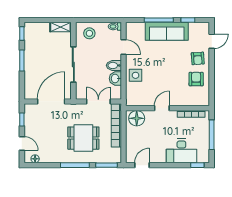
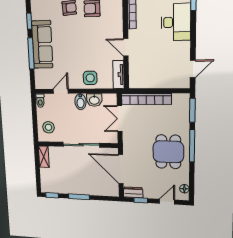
tv unit: (138, 101) -> (118, 75), added
dresser: (29, 113) -> (133, 192), added
floor lamp: (137, 118) -> (138, 76), removed
dining table: (83, 138) -> (168, 152), moved
door: (142, 165) -> (193, 69), swing flipped

